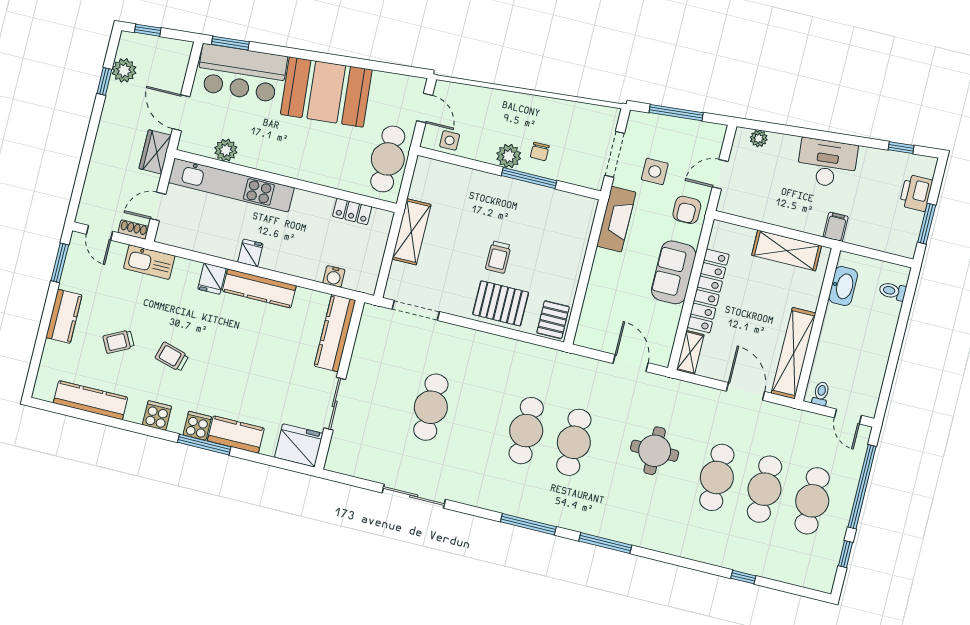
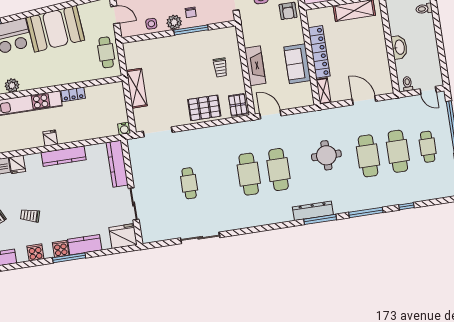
side table: (450, 140) -> (151, 24), moved
cafe table: (388, 159) -> (106, 52), width x0.73, depth x0.74
locker: (352, 211) -> (73, 94), moved
fireplace: (616, 219) -> (255, 66), moved
trolley: (498, 257) -> (220, 67), moved
sofa: (674, 272) -> (297, 64), moved
water cooler: (334, 276) -> (124, 129), moved
fridge: (212, 279) -> (17, 164), moved
washbasin: (843, 286) -> (399, 47), moved
shelving: (794, 353) -> (382, 67), removed
door: (631, 363) -> (270, 115), moved
cafe table: (431, 407) -> (189, 183), width x0.73, depth x0.74
cafe table: (812, 501) -> (428, 147), width x0.73, depth x0.74
window: (528, 524) -> (366, 212), moved
dresser: (600, 526) -> (313, 211), added

